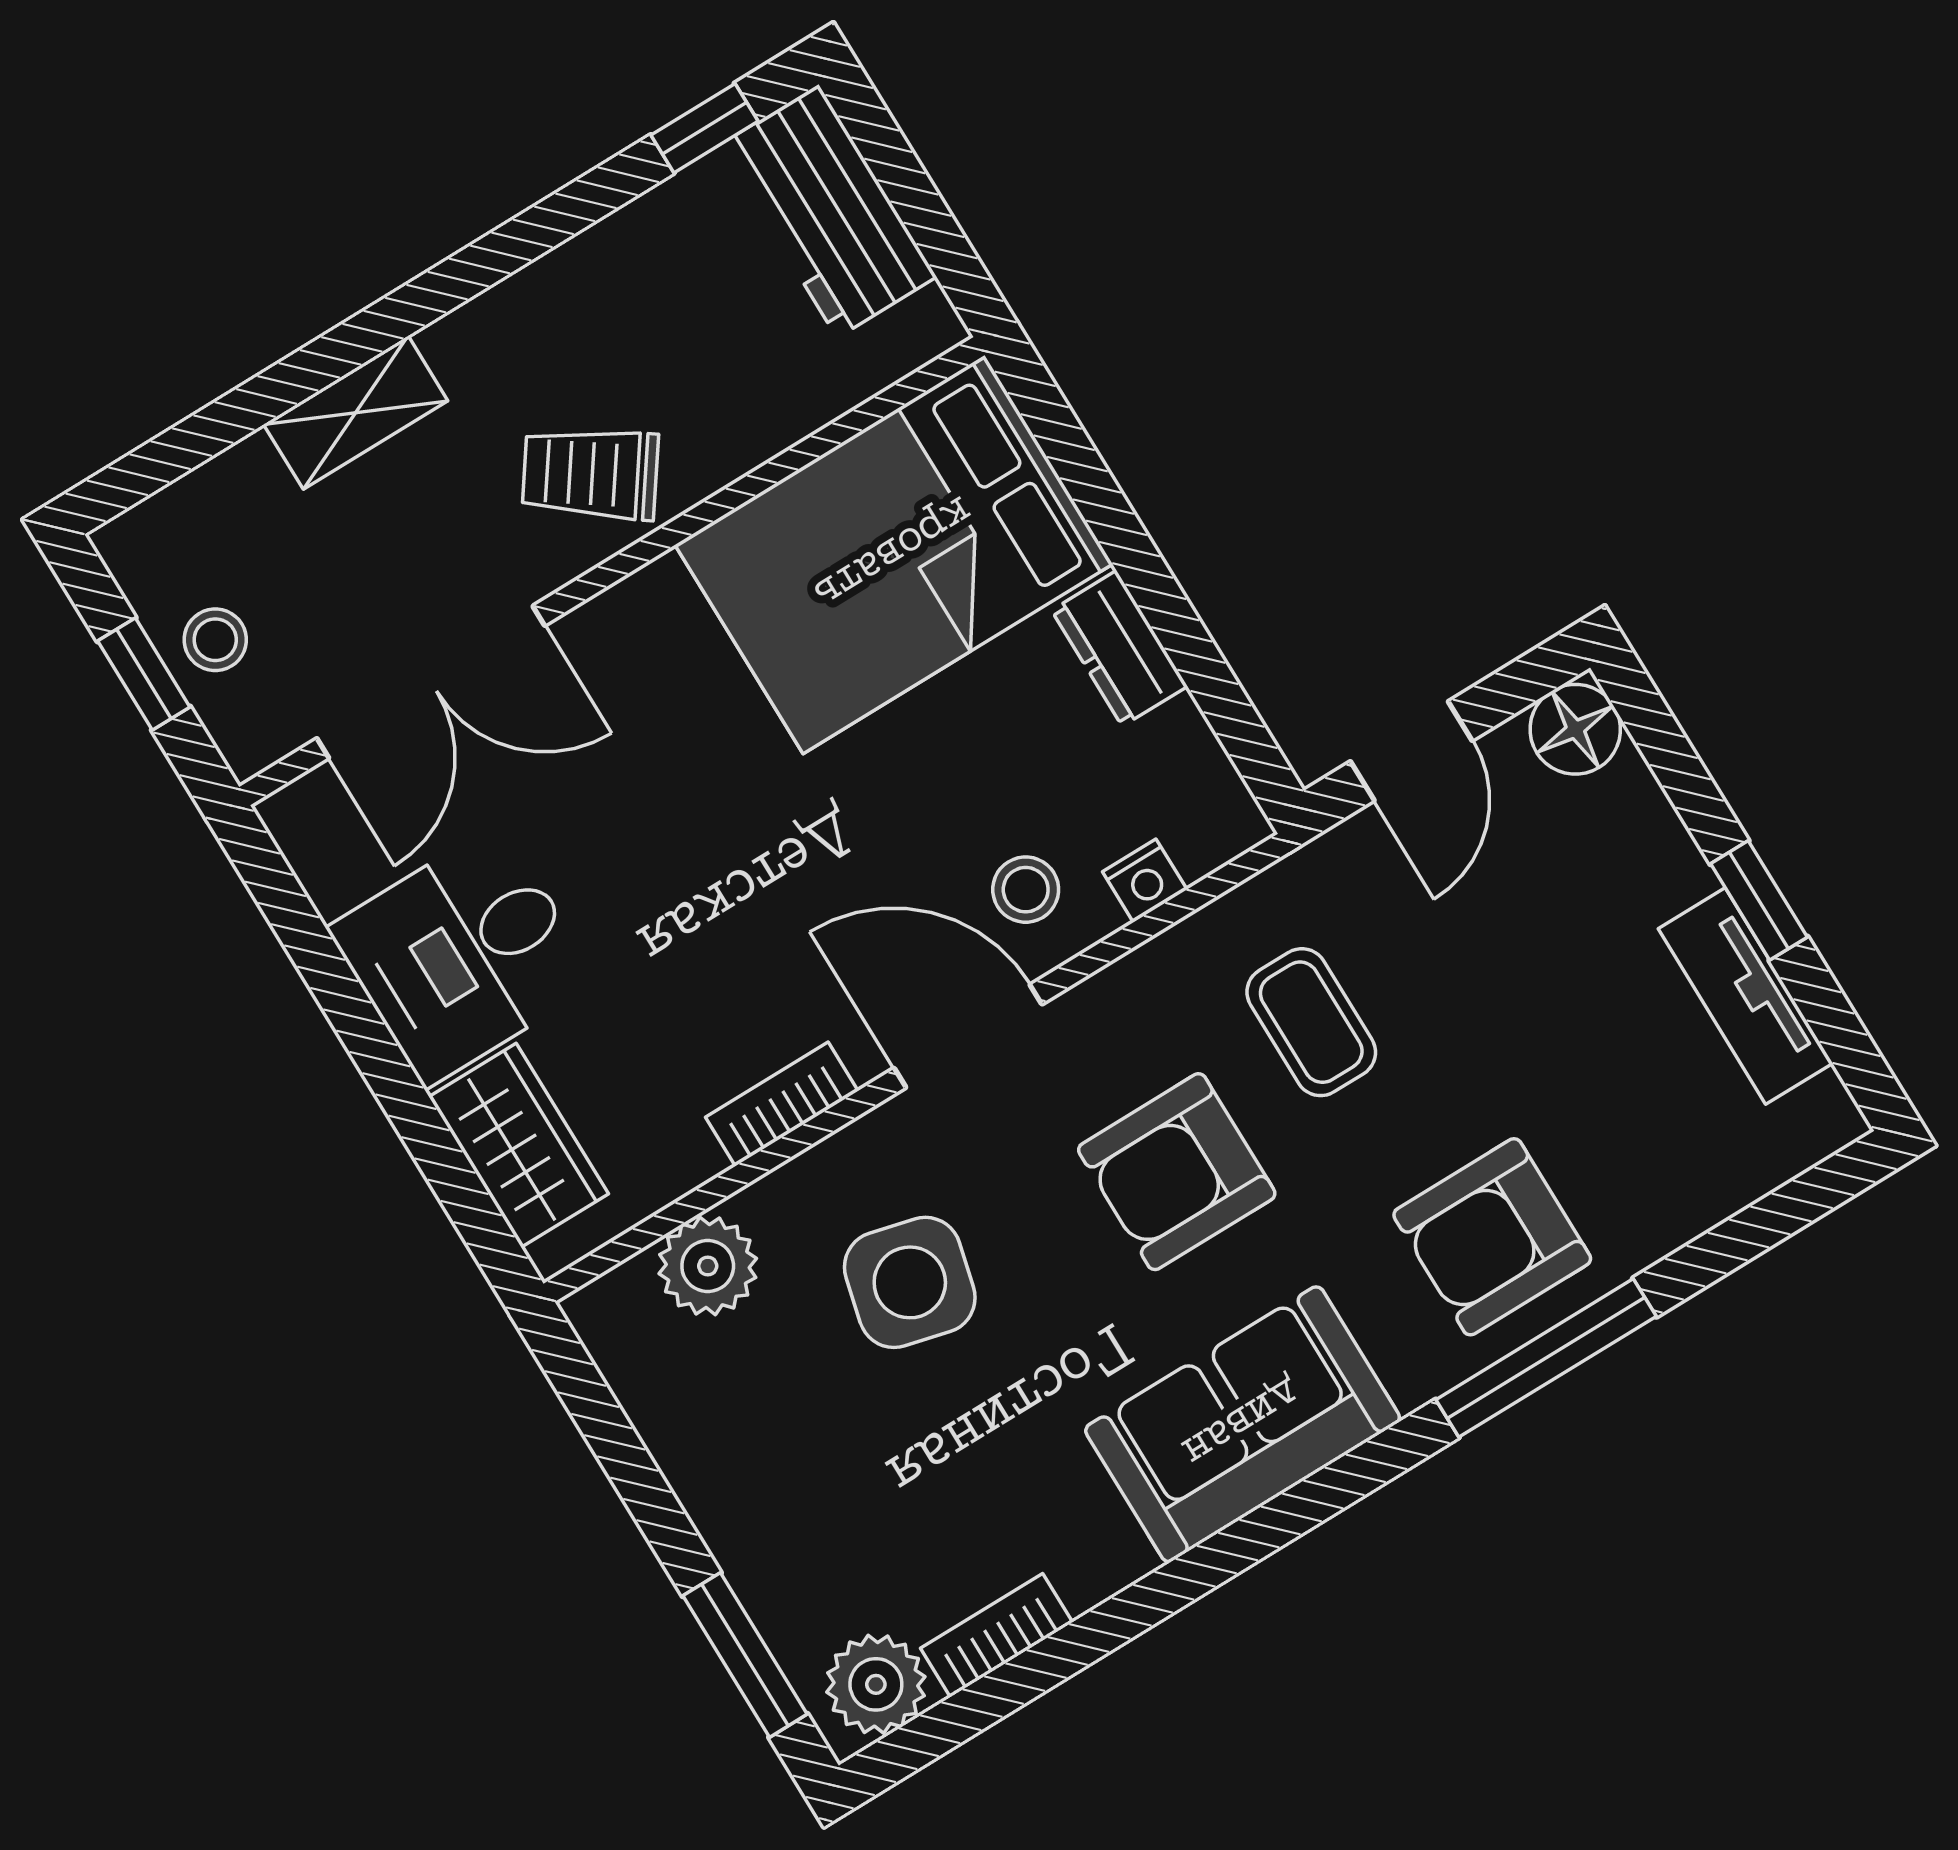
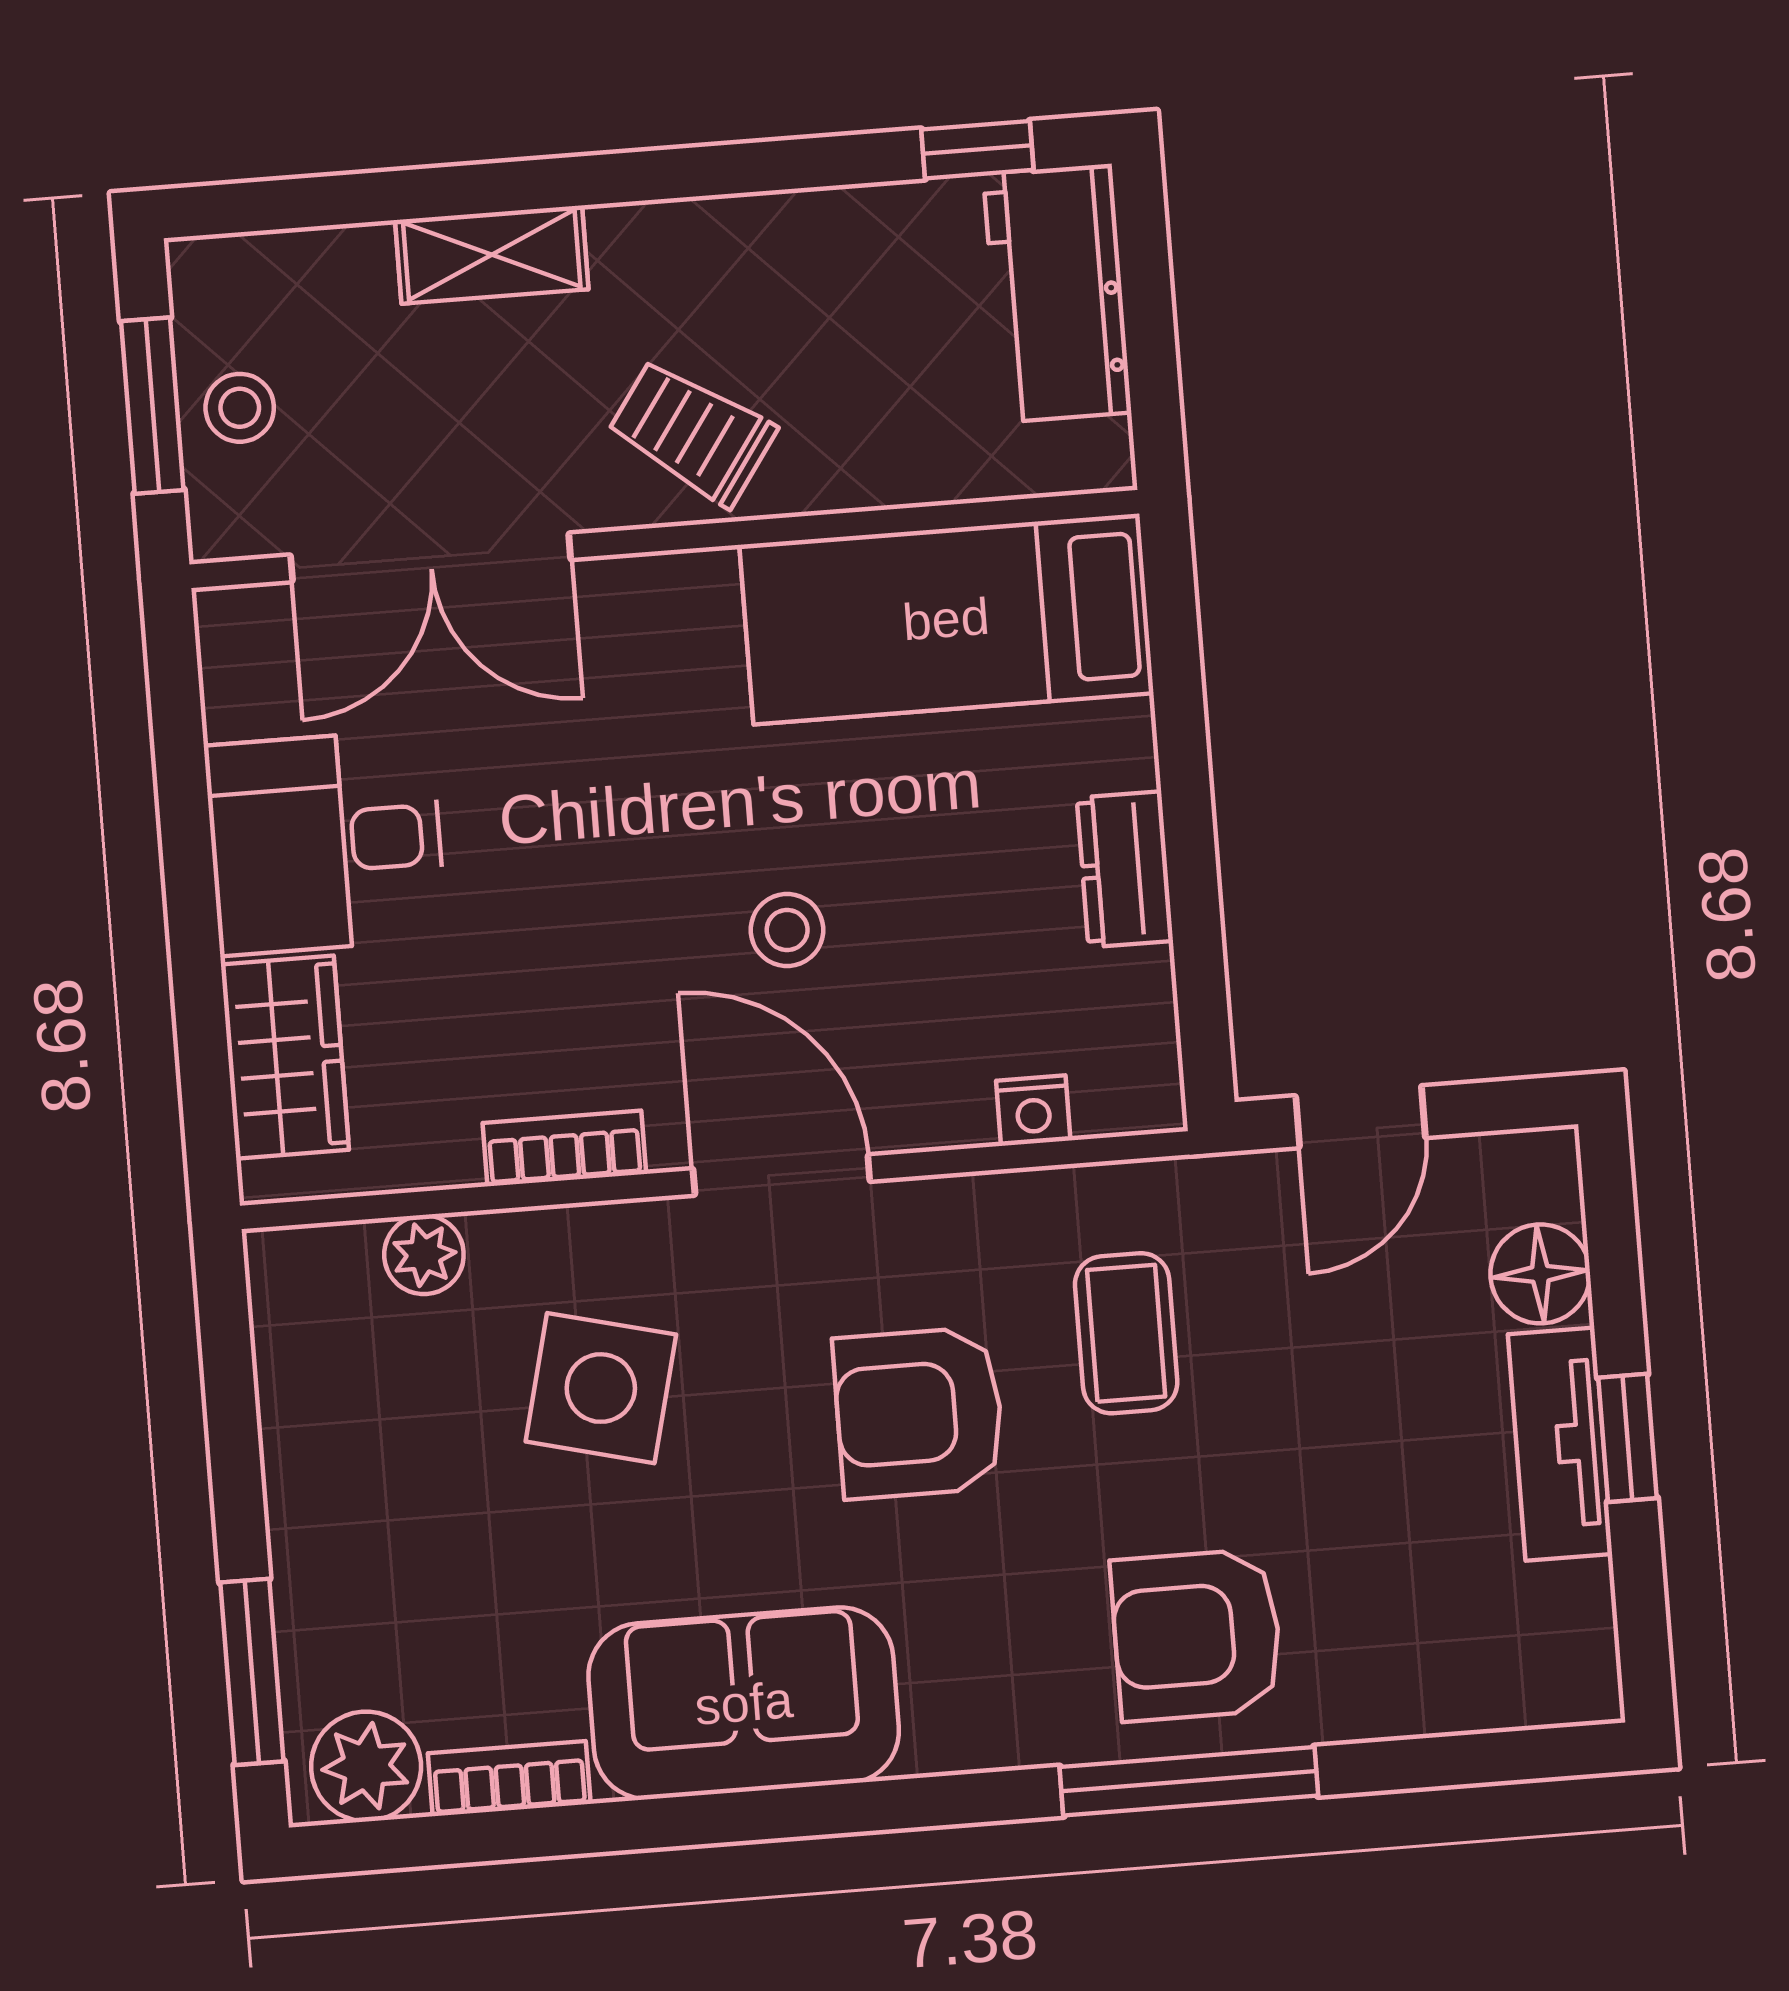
bed: (894, 555) -> (946, 619), width x0.67
window: (144, 674) -> (152, 406), width x1.50
floor lamp: (1575, 729) -> (1540, 1274), moved
stool: (1026, 890) -> (787, 930), moved
tv unit: (1745, 996) -> (1560, 1444), moved
plant: (708, 1266) -> (424, 1255), width x0.73, depth x0.73
sofa: (1243, 1424) -> (744, 1703), moved

